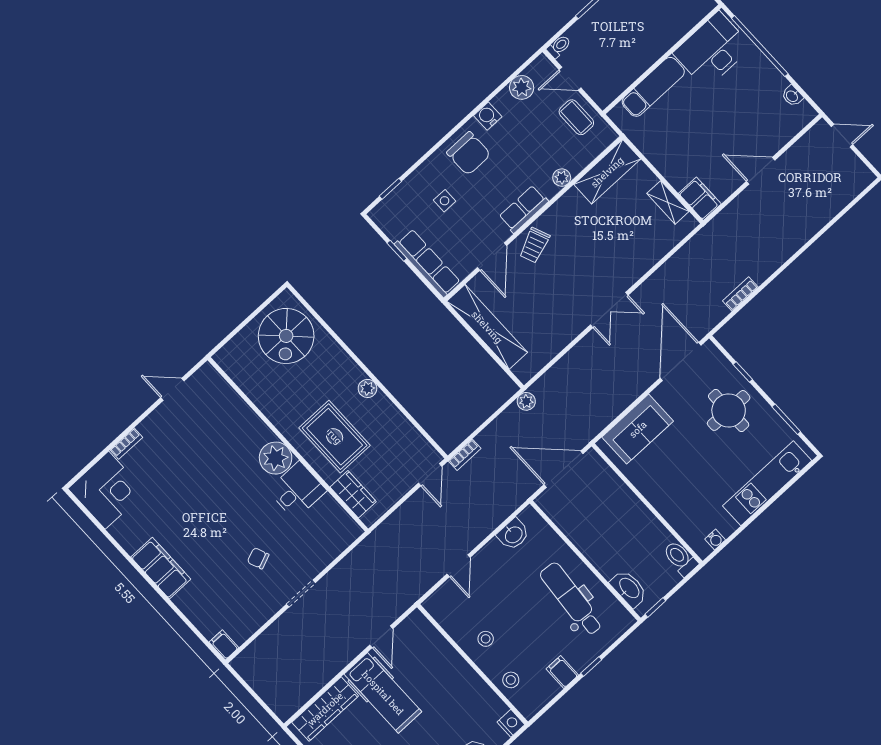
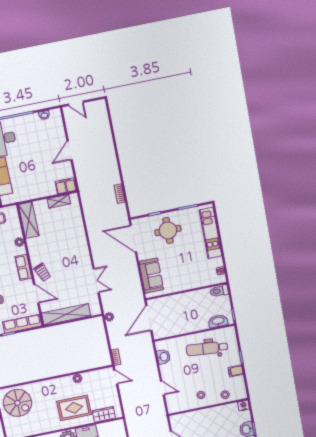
door: (842, 136) -> (76, 103), swing flipped
double door: (609, 310) -> (96, 281), moved
plant: (367, 388) -> (77, 378), moved

